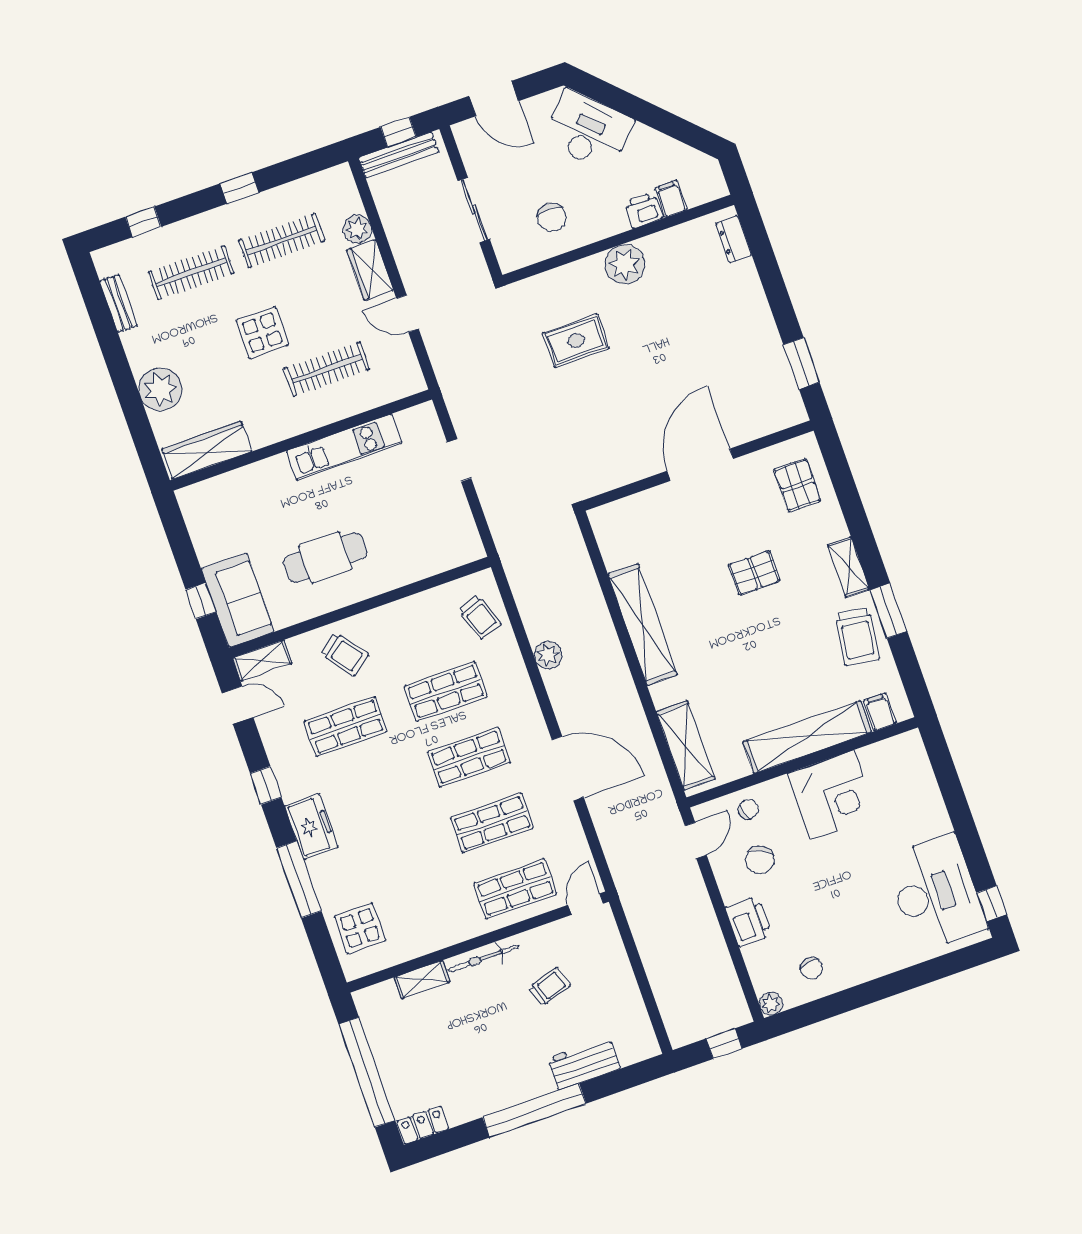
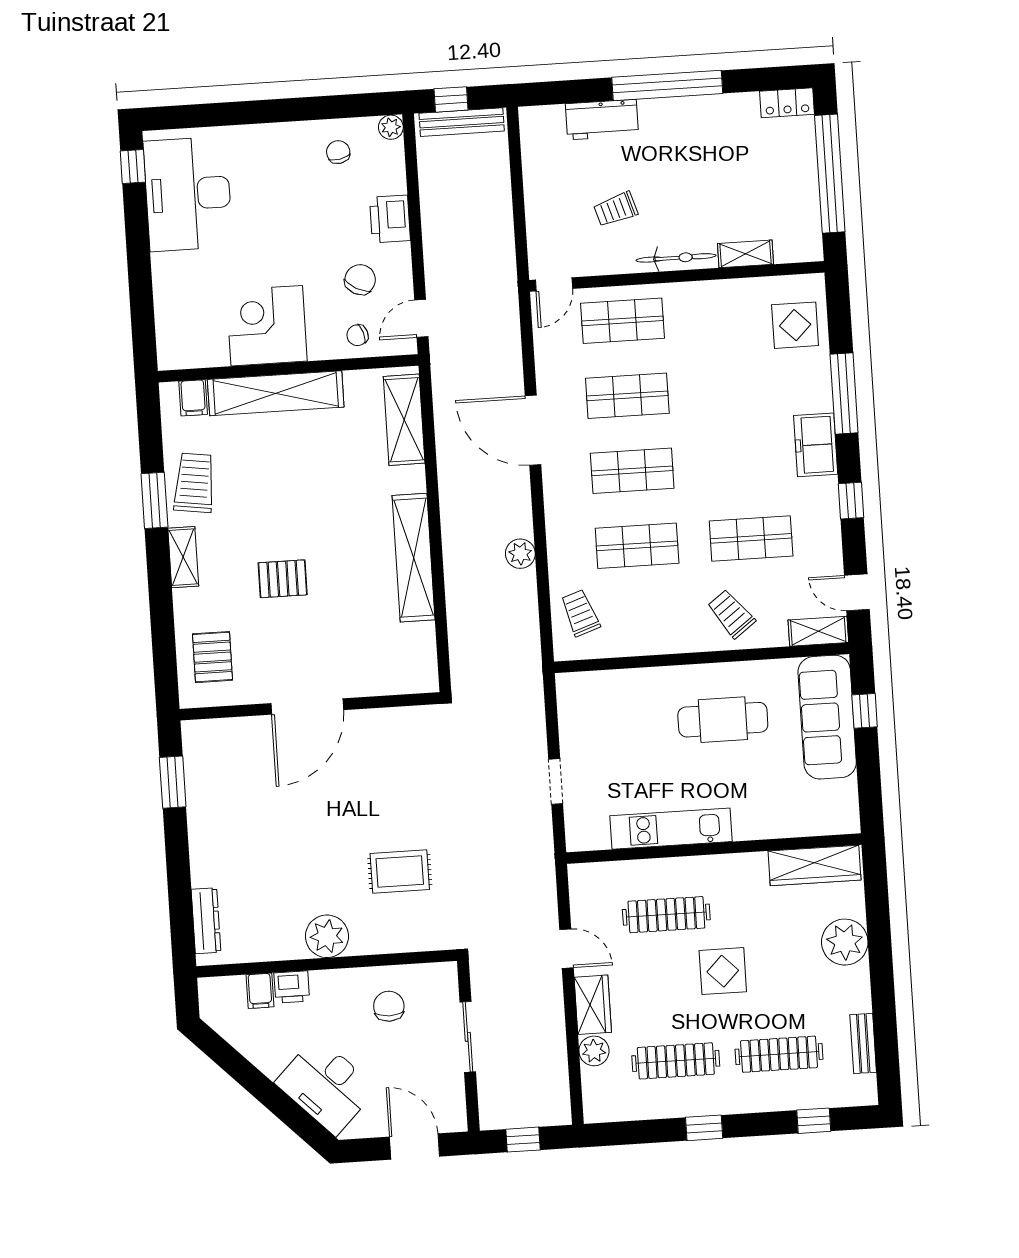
bench: (399, 155) -> (462, 122), moved
dresser: (734, 239) -> (206, 921), width x1.44
sofa: (238, 600) -> (827, 717), width x1.36

